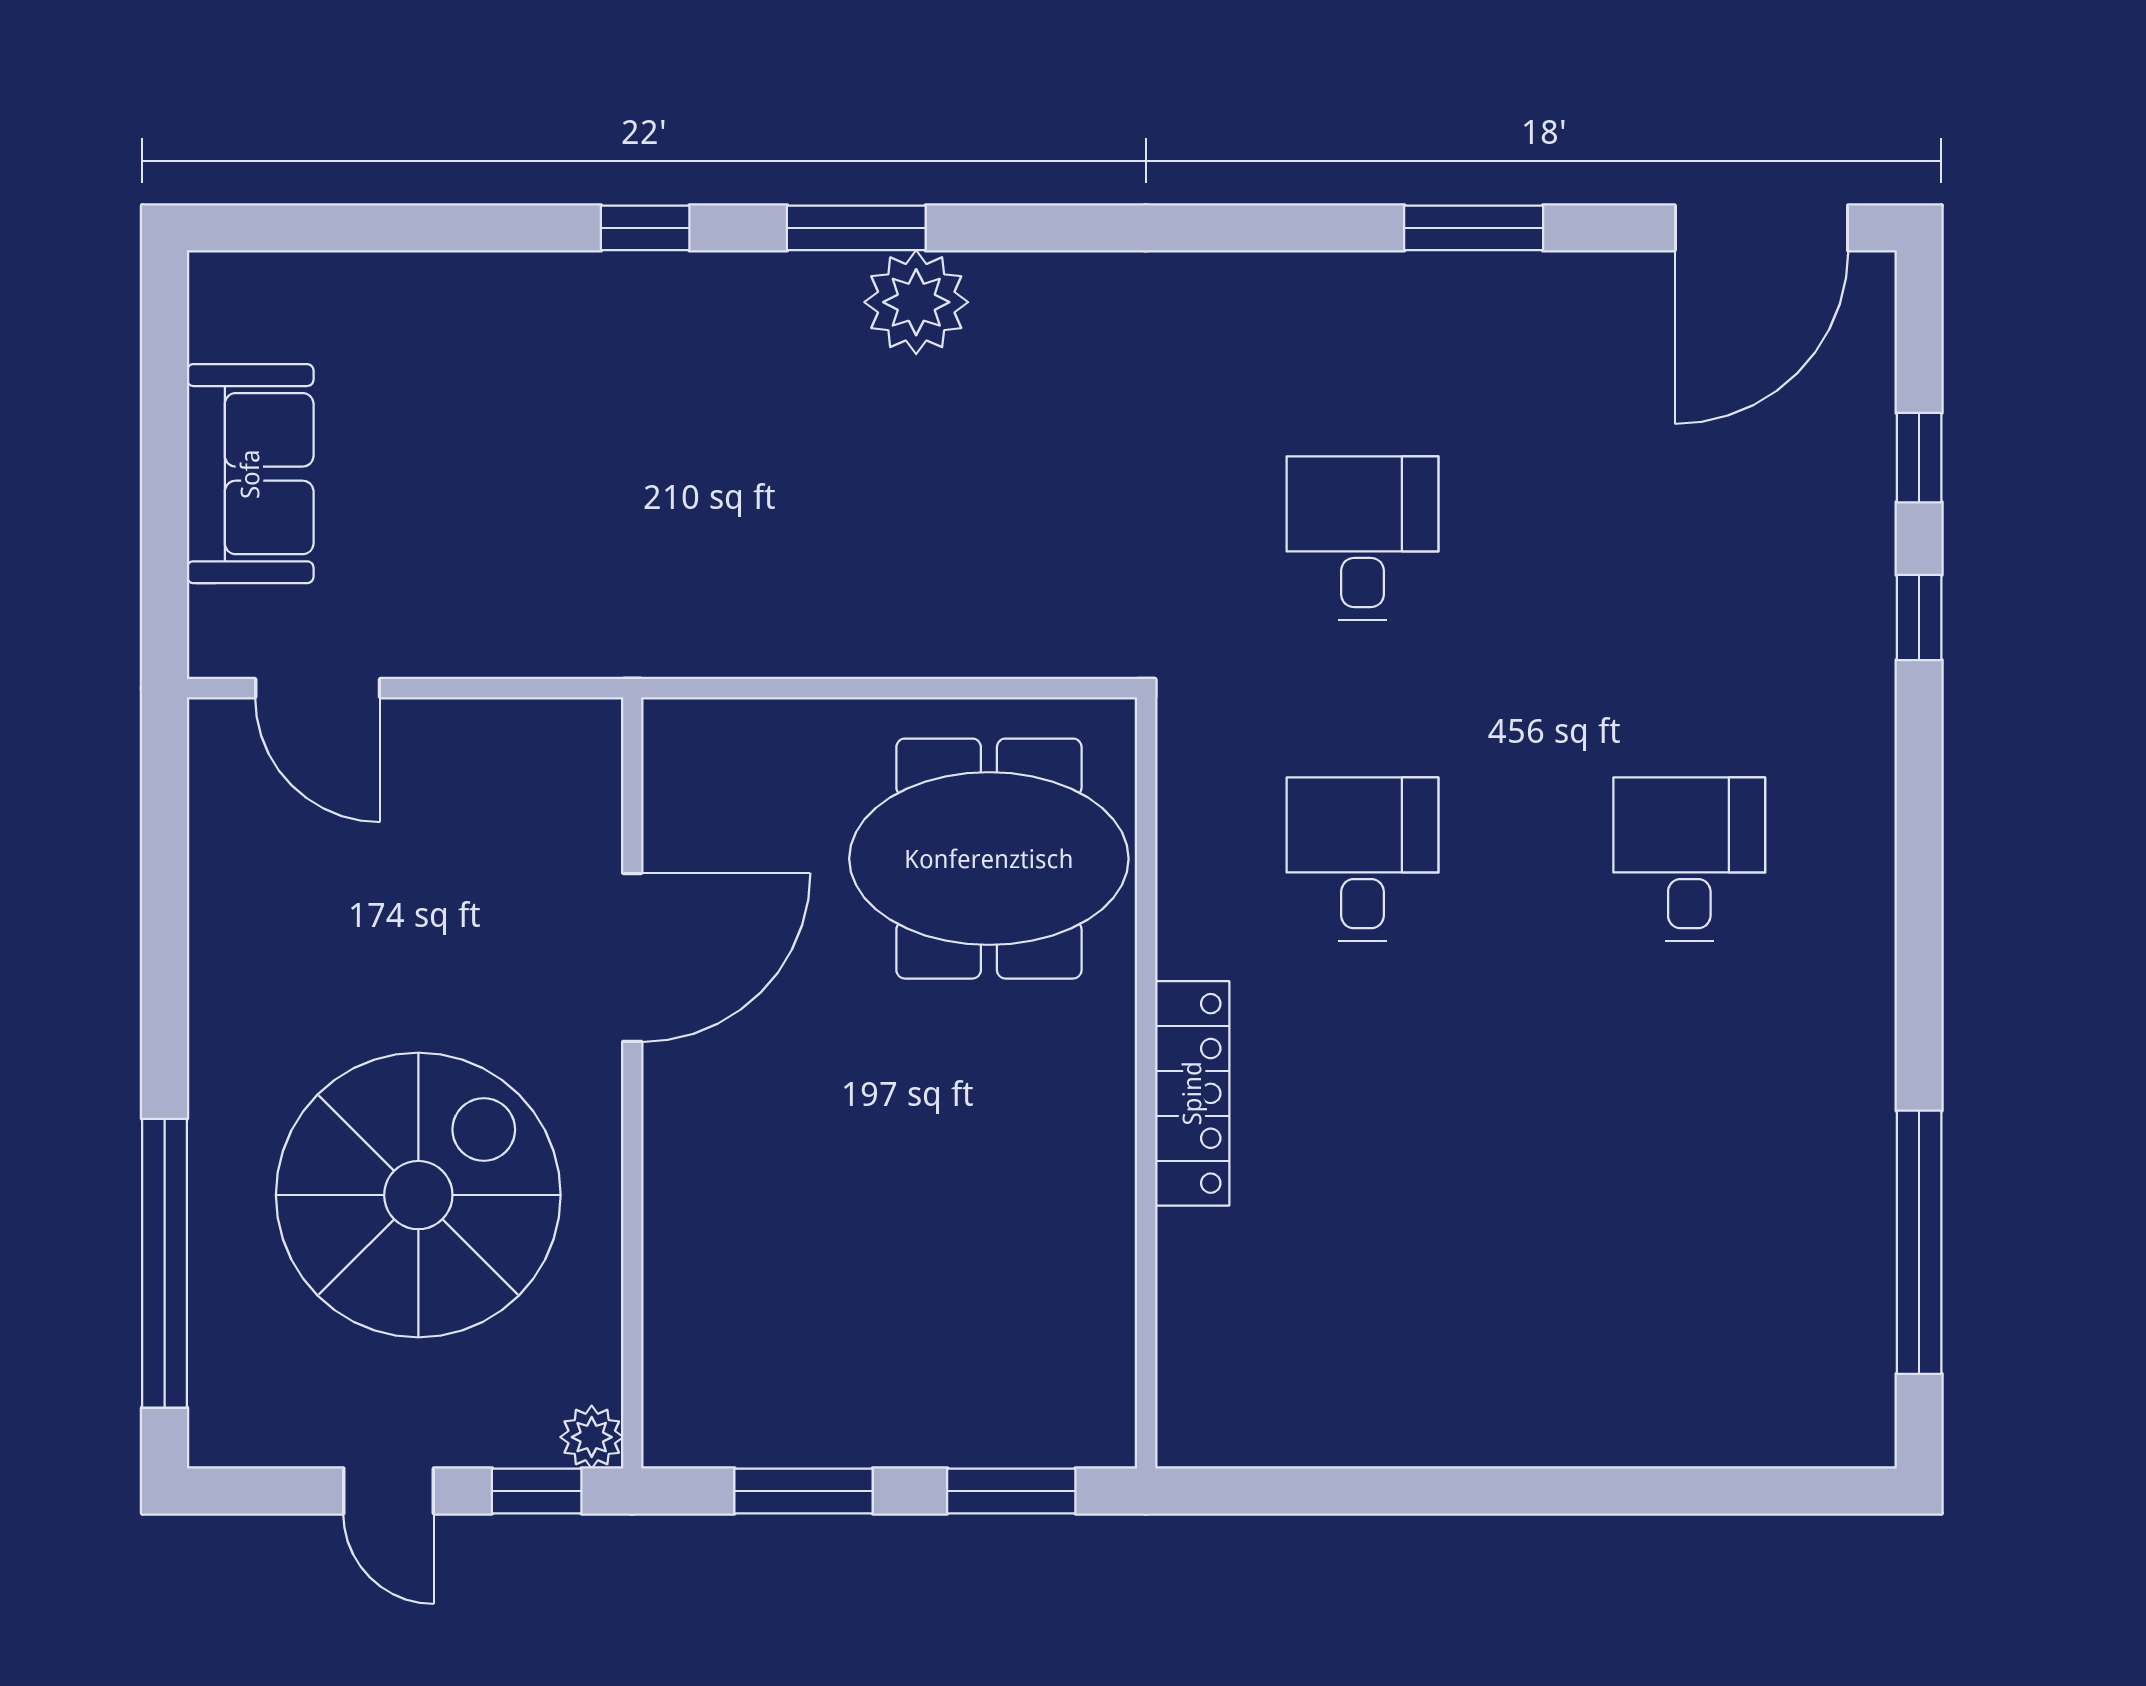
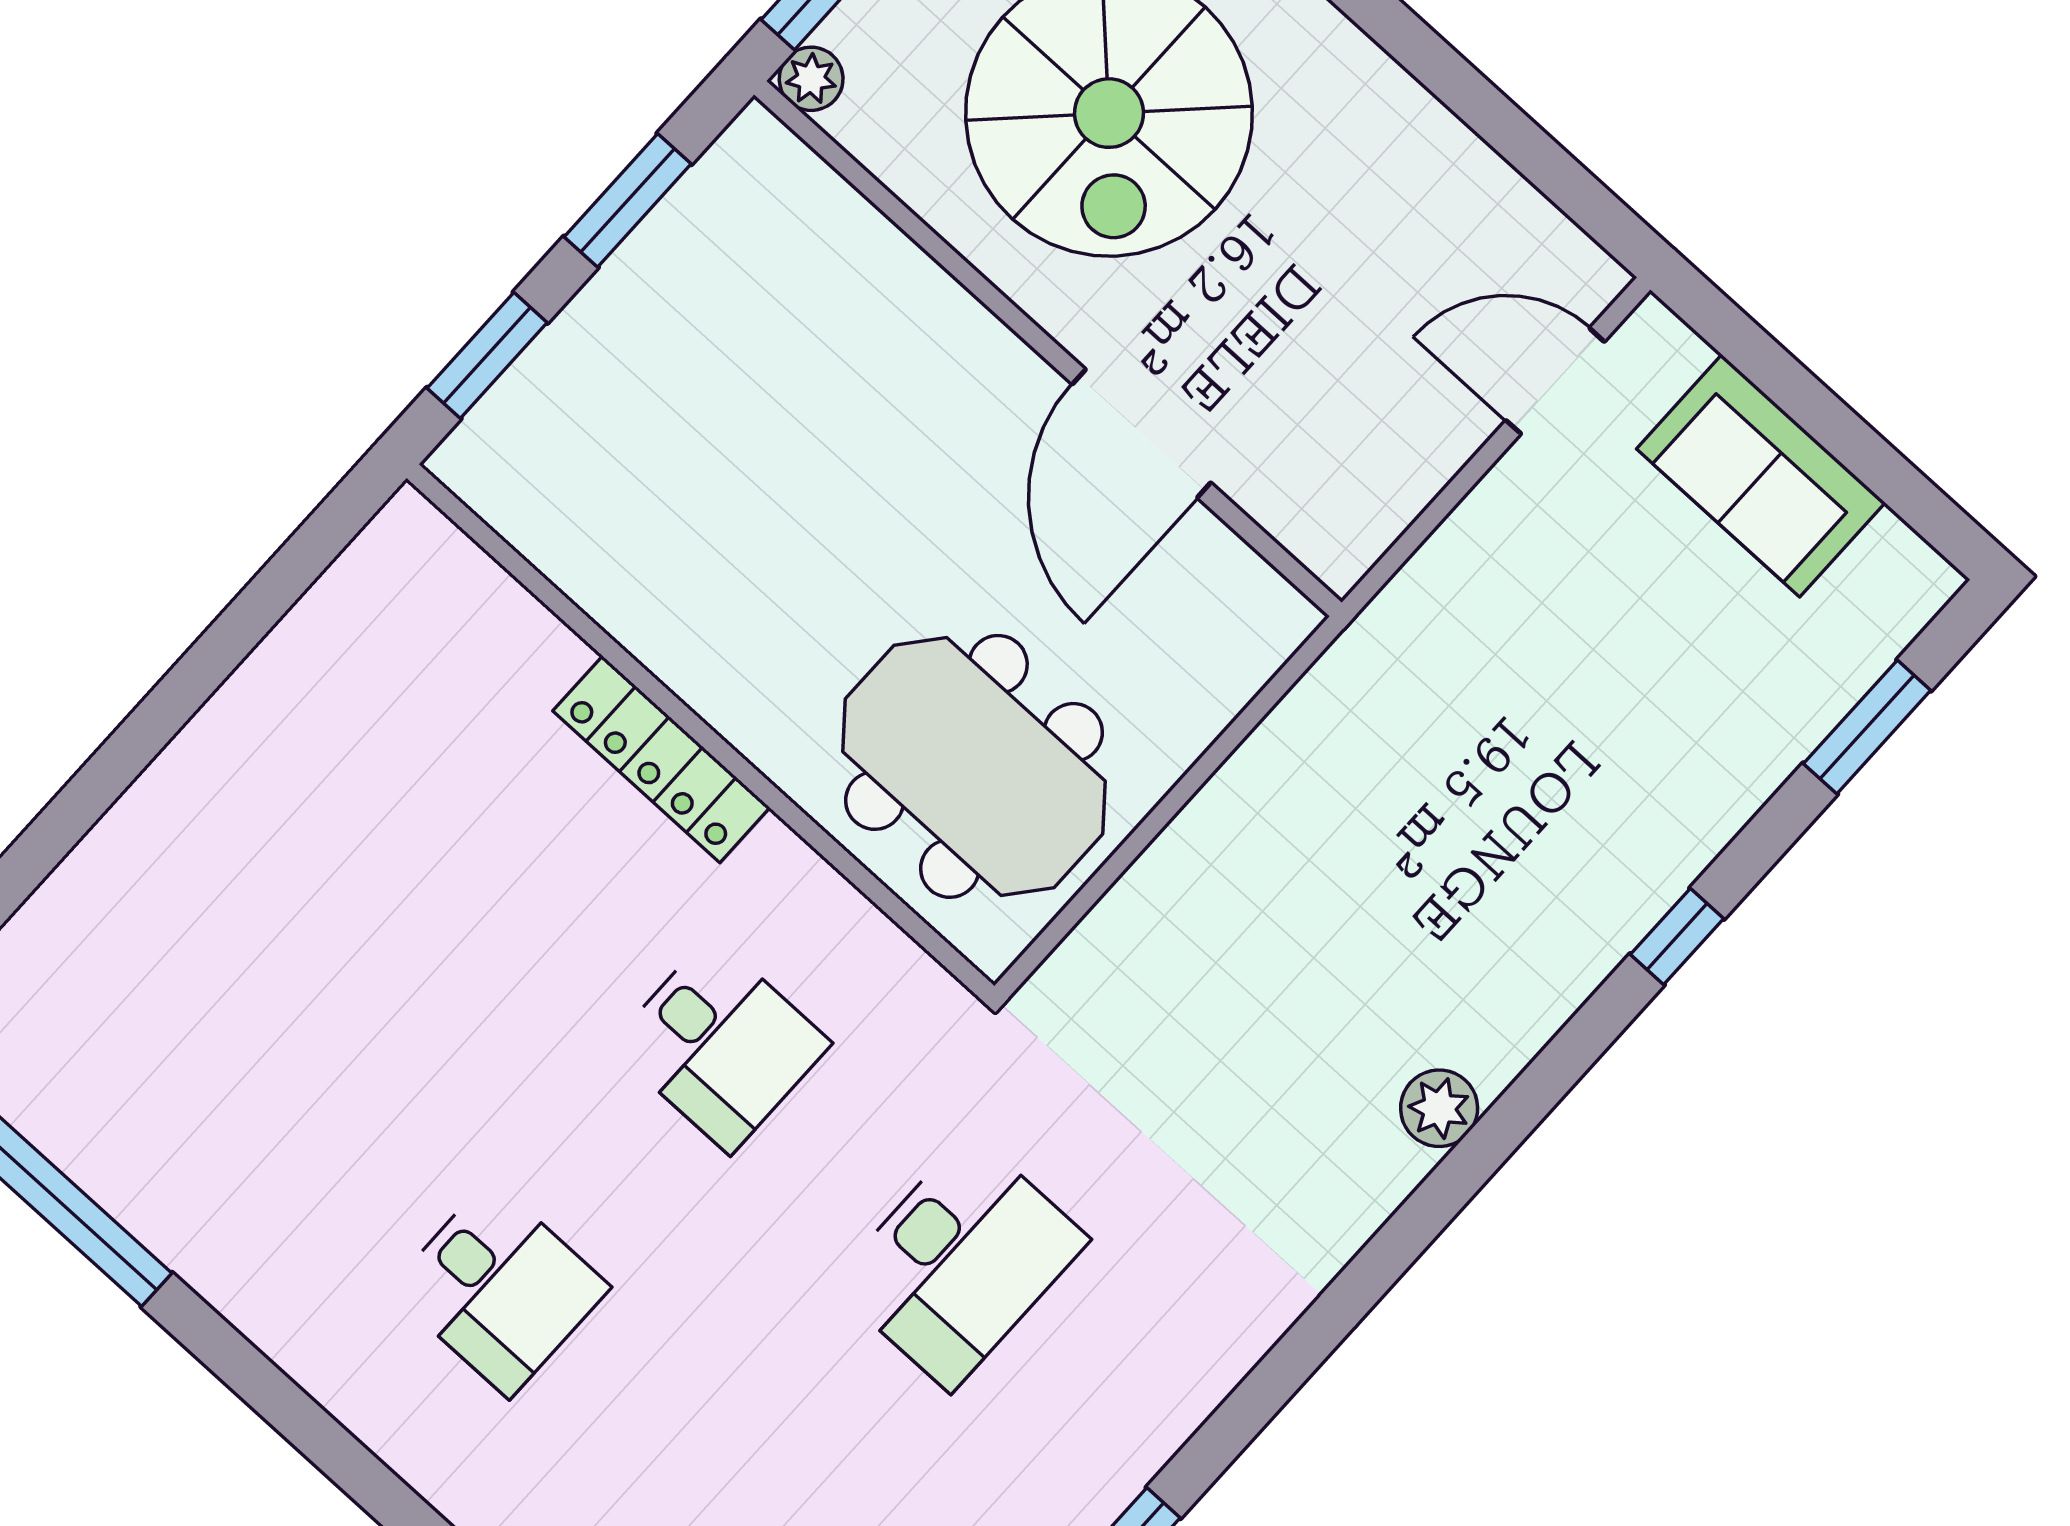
window: (856, 228) -> (1867, 727), moved
plant: (916, 302) -> (1439, 1108), width x0.73, depth x0.73
desk: (1362, 538) -> (960, 1262), width x1.37
meeting table: (989, 859) -> (974, 766), turned 90

